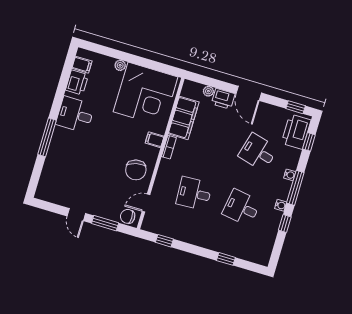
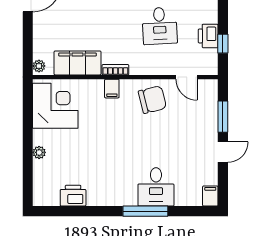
filing cabinet: (82, 65) -> (210, 196), moved
plant: (208, 91) -> (39, 66), moved
corner desk: (146, 94) -> (55, 106), width x0.74, depth x0.74
printer: (223, 99) -> (208, 36), moved, turned 180
desk: (75, 115) -> (156, 187), moved
chair: (128, 216) -> (208, 93), removed

